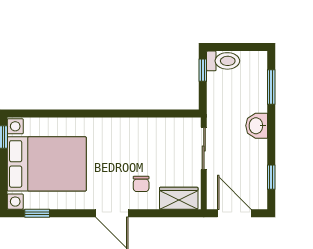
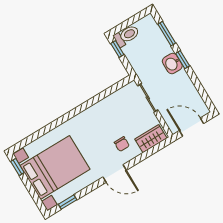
window: (271, 177) -> (183, 60), moved

